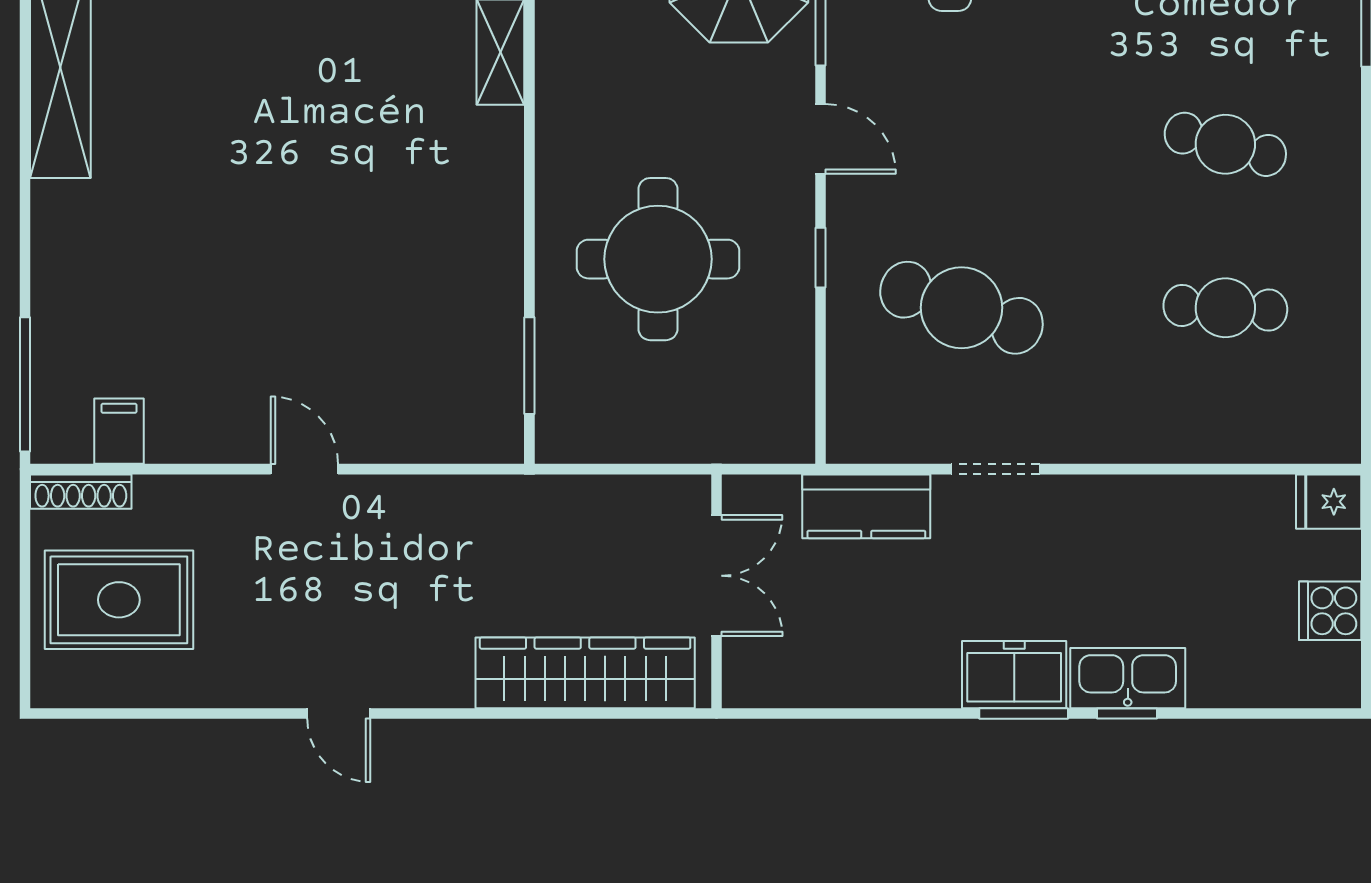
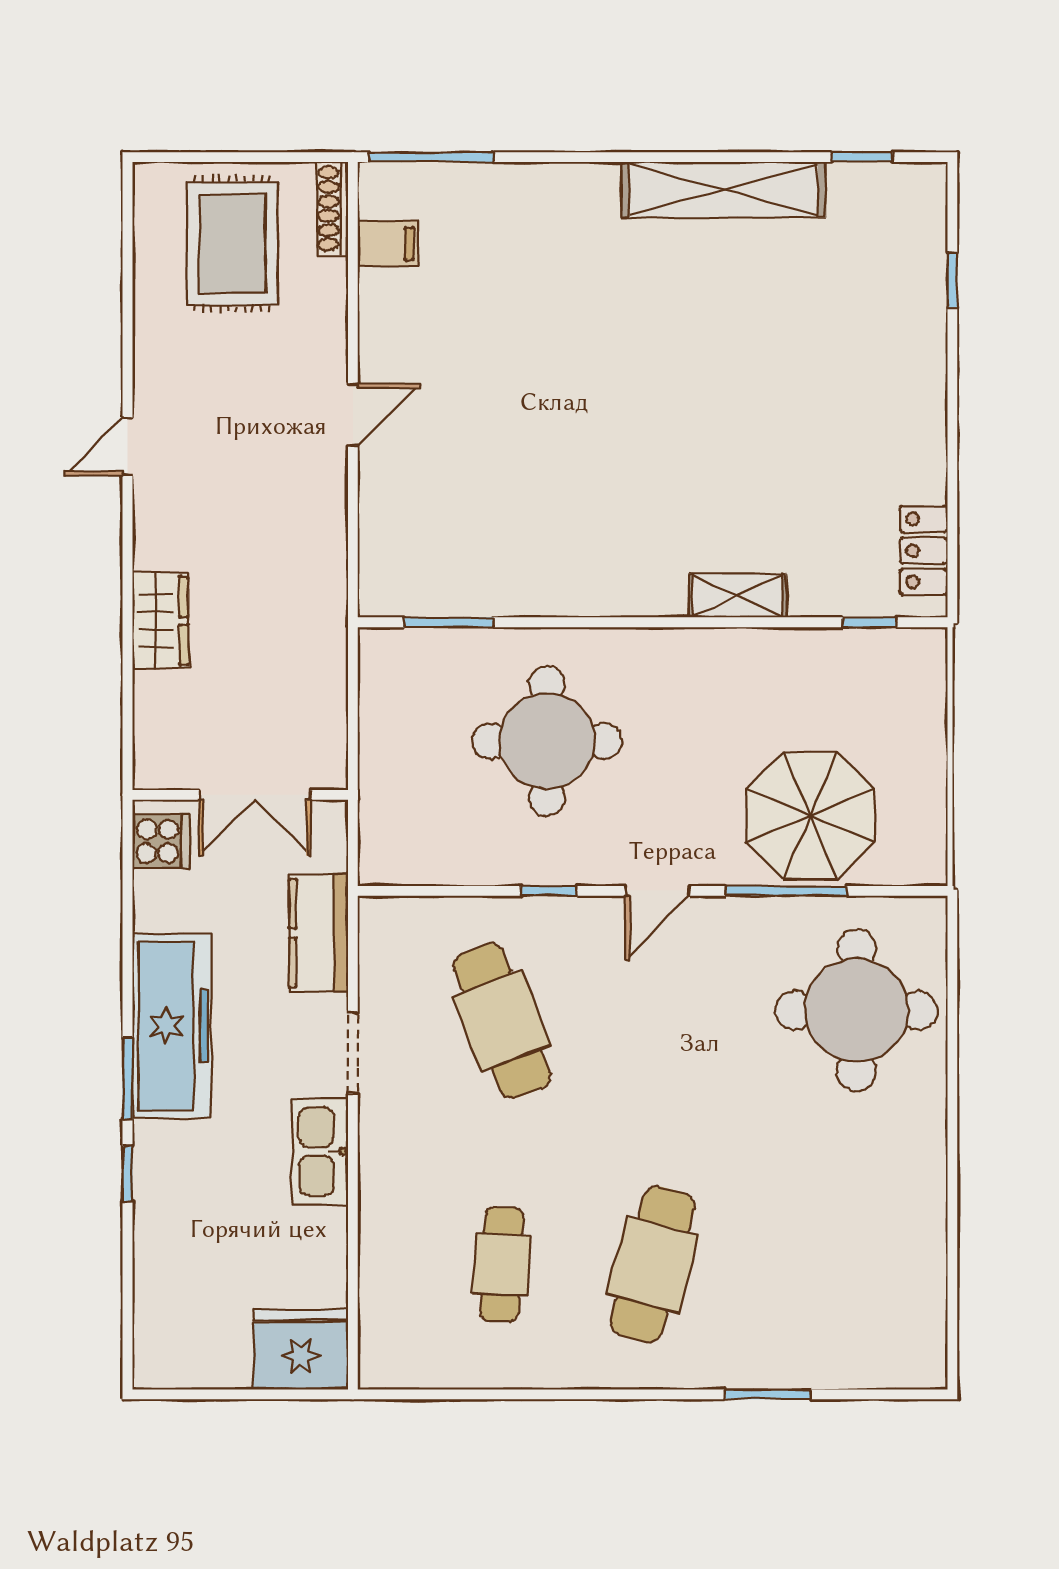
cafe table: (1225, 144) -> (653, 1264), width x1.37, depth x1.35
cafe table: (961, 308) -> (502, 1021), turned -39
fridge: (1329, 502) -> (301, 1349), width x1.88, depth x1.34
cooker: (1330, 611) -> (161, 841), moved, turned 90
wardrobe: (585, 673) -> (160, 621), width x0.48, depth x0.85
freezer: (1014, 675) -> (172, 1026), width x1.91, depth x1.26
kitchen sink: (1128, 678) -> (320, 1151), moved, turned 180

